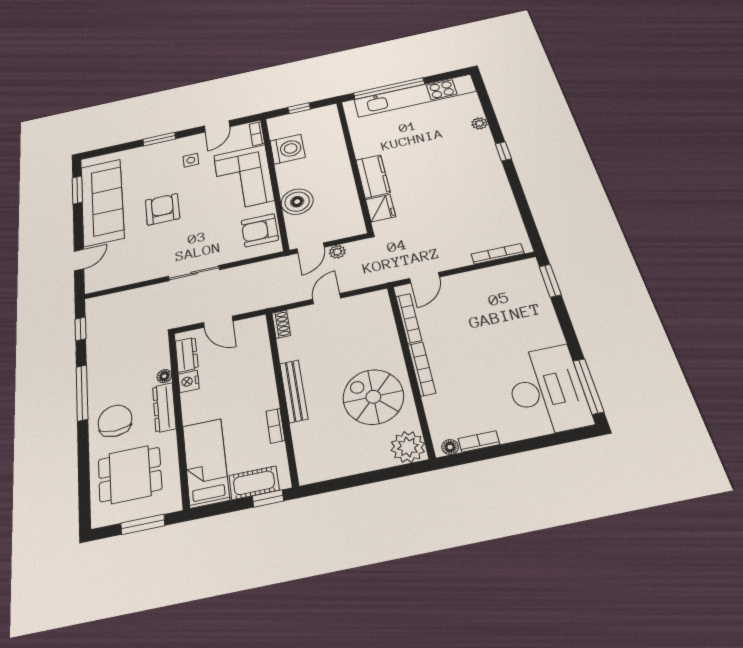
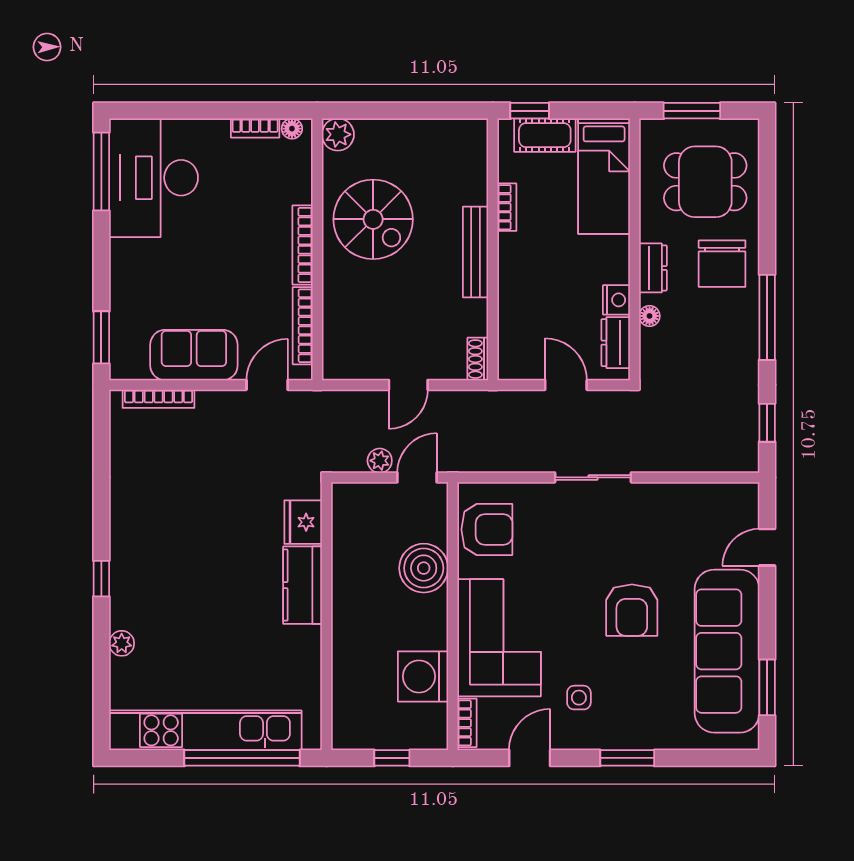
sofa: (481, 284) -> (194, 355), added
dresser: (164, 408) -> (653, 268), width x0.70
plant: (408, 447) -> (338, 134), width x0.73, depth x0.73

